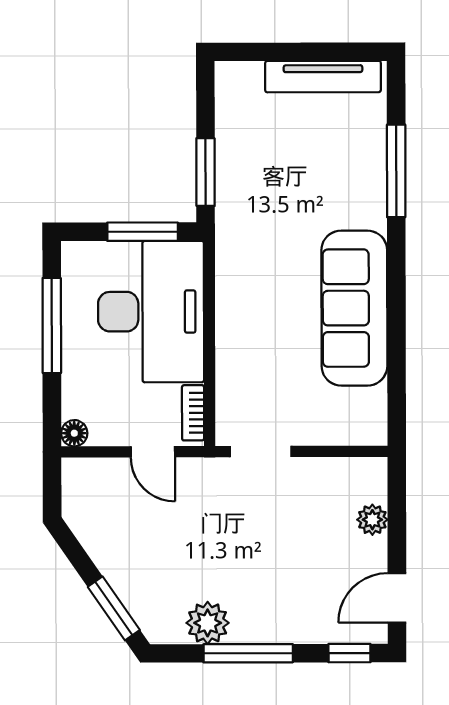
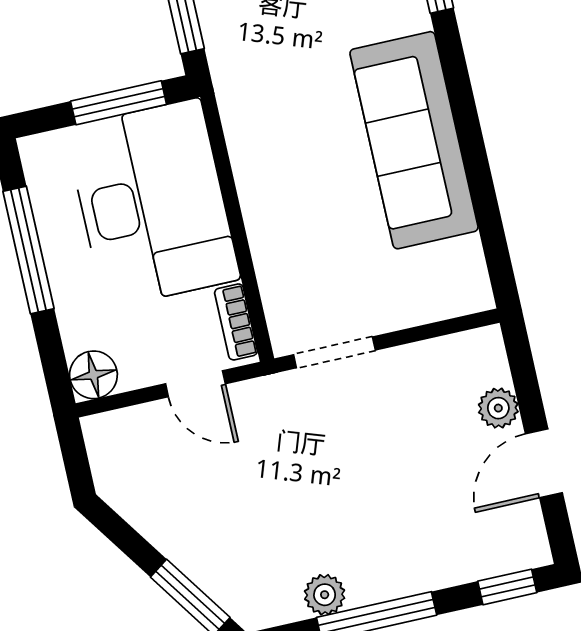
floor lamp: (74, 433) -> (93, 375), width x1.37, depth x1.37
door: (397, 598) -> (544, 463), moved
plant: (208, 623) -> (325, 595), width x0.73, depth x0.73

